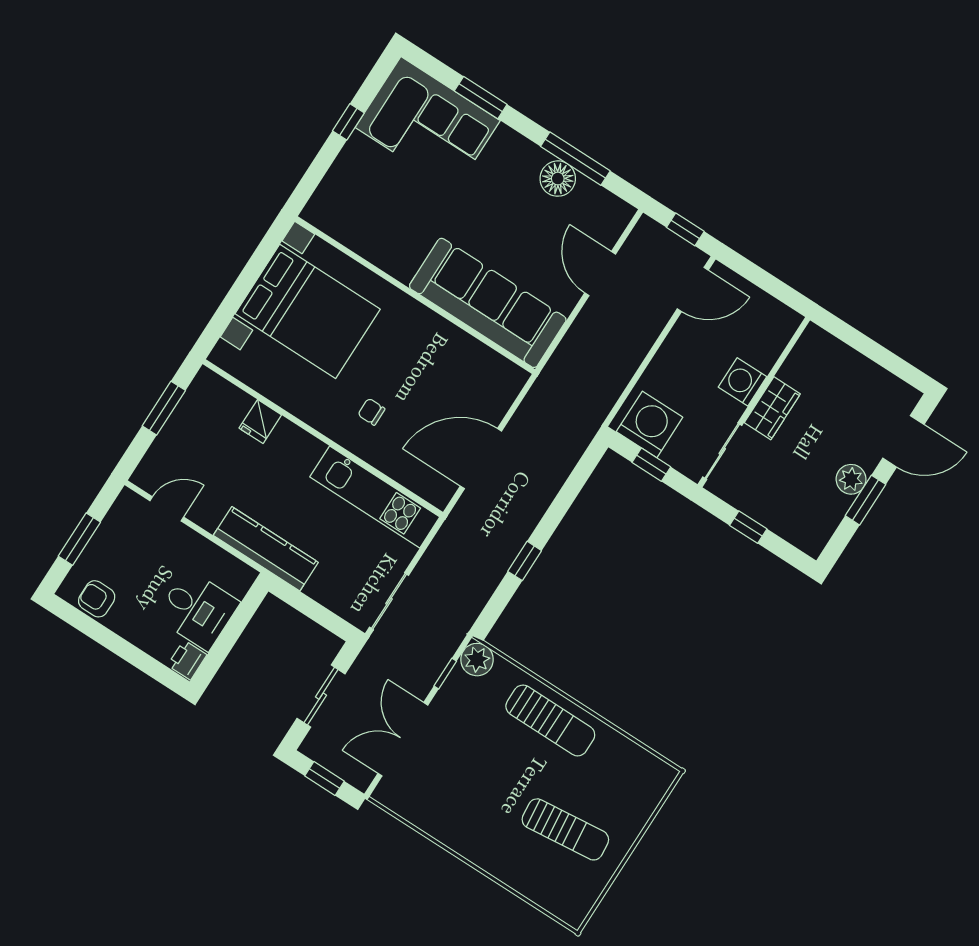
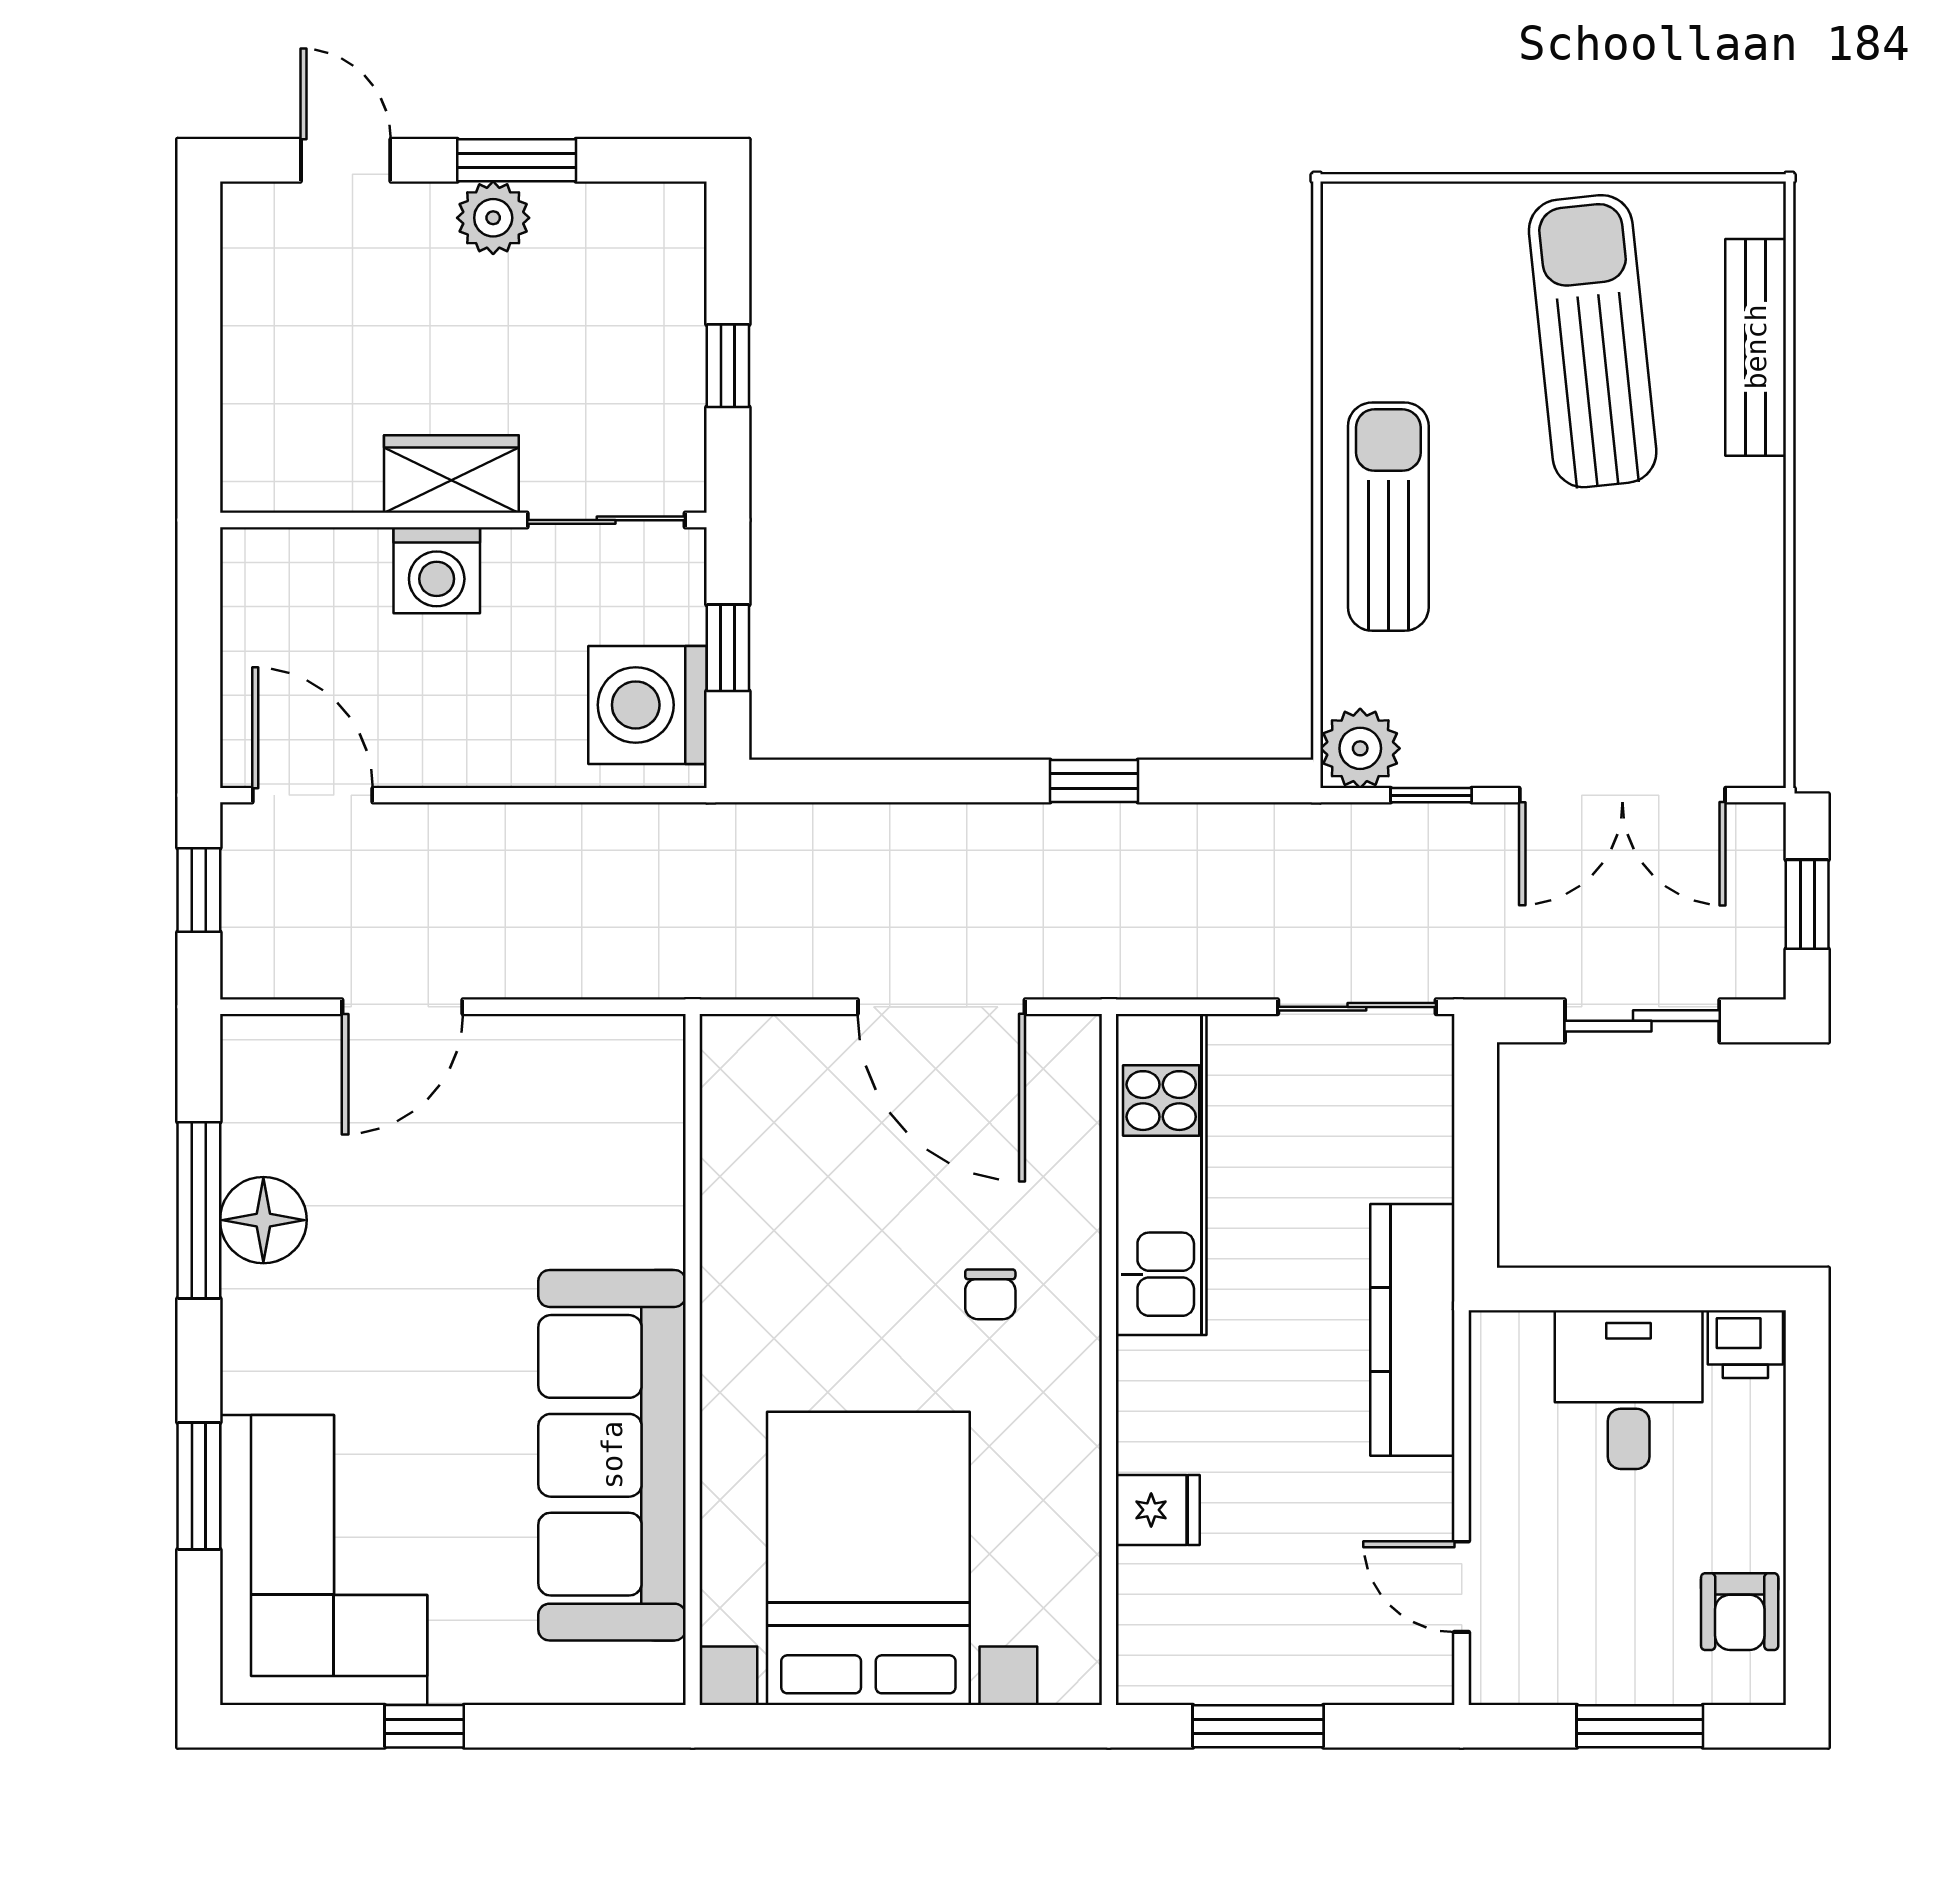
sofa: (488, 303) -> (612, 1455), moved
door: (903, 441) -> (346, 160), width x0.73
sun lounger: (565, 829) -> (1593, 341), width x1.36, depth x1.34
bench: (527, 884) -> (1756, 347), added

